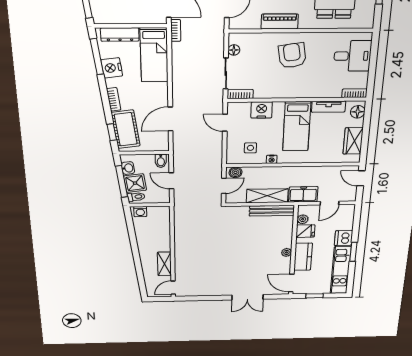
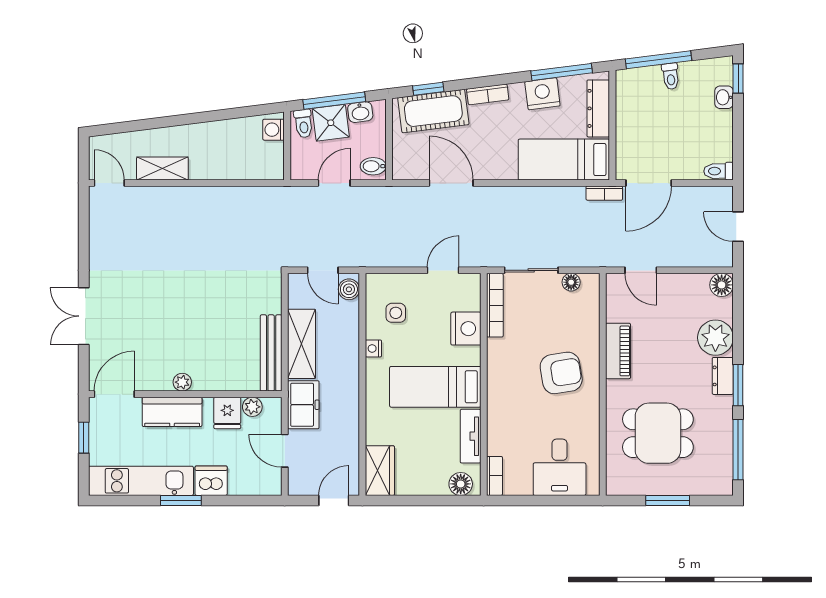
bookcase: (240, 94) -> (495, 305), width x1.56
wardrobe: (353, 141) -> (380, 471), moved, turned 90

